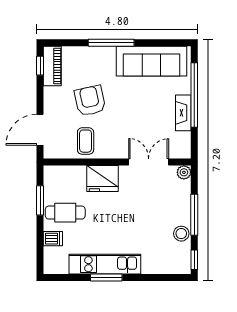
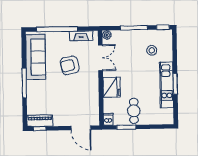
armchair: (90, 101) -> (70, 65), moved
fireplace: (183, 113) -> (81, 36), moved
coffee table: (86, 141) -> (88, 99), removed
double door: (149, 162) -> (100, 58), swing flipped
stool: (181, 234) -> (152, 50), moved
dishwasher: (53, 239) -> (108, 119), moved

